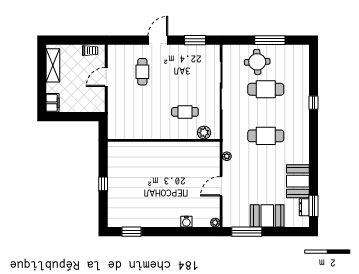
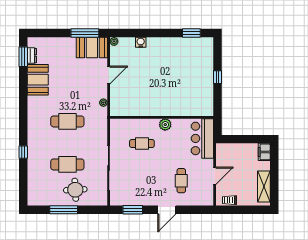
bar counter: (120, 117) -> (202, 138), added
plant: (204, 133) -> (165, 125), moved
booth: (267, 216) -> (92, 48), moved

